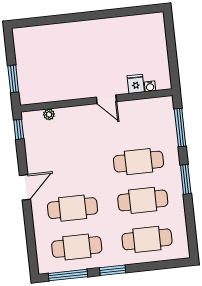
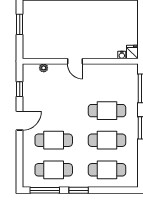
window: (13, 79) -> (20, 24), moved
fridge: (136, 84) -> (132, 52), moved
door: (106, 99) -> (75, 61), moved
window: (19, 129) -> (20, 89), moved

